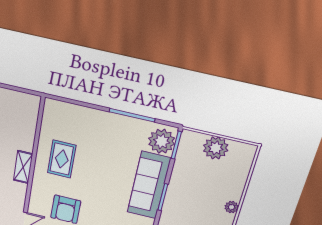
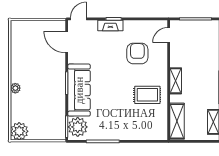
shelving: (28, 118) -> (177, 121), added
plant: (216, 148) -> (19, 131), moved
rug: (62, 159) -> (147, 95), turned 90

